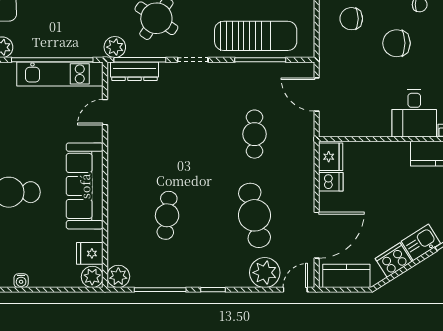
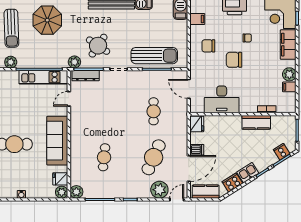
desk: (414, 113) -> (222, 99), moved, width x1.37
dishwasher: (331, 182) -> (197, 150), moved
cafe table: (254, 215) -> (154, 157), turned 36

